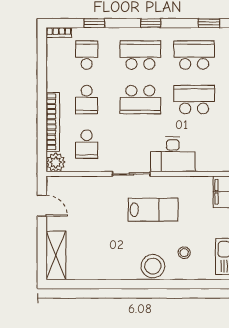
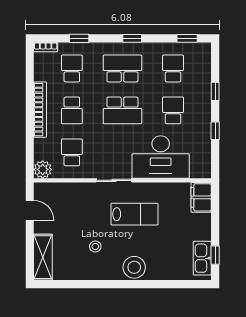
school desk: (194, 55) -> (173, 68), width x0.54
school desk: (194, 100) -> (173, 110), width x0.54
bookcase: (53, 122) -> (40, 110), moved
school desk: (87, 144) -> (72, 152), turned 180
desk: (173, 154) -> (161, 157), width x1.36, depth x1.30
stool: (184, 253) -> (95, 246), moved

